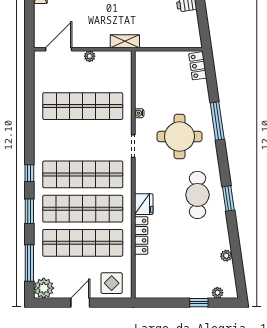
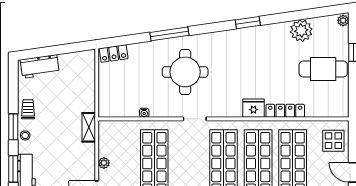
water cooler: (139, 113) -> (144, 113), moved
cafe table: (197, 195) -> (323, 69), moved
plant: (226, 256) -> (301, 31), width x1.87, depth x1.87
plant: (217, 293) -> (343, 20), moved

